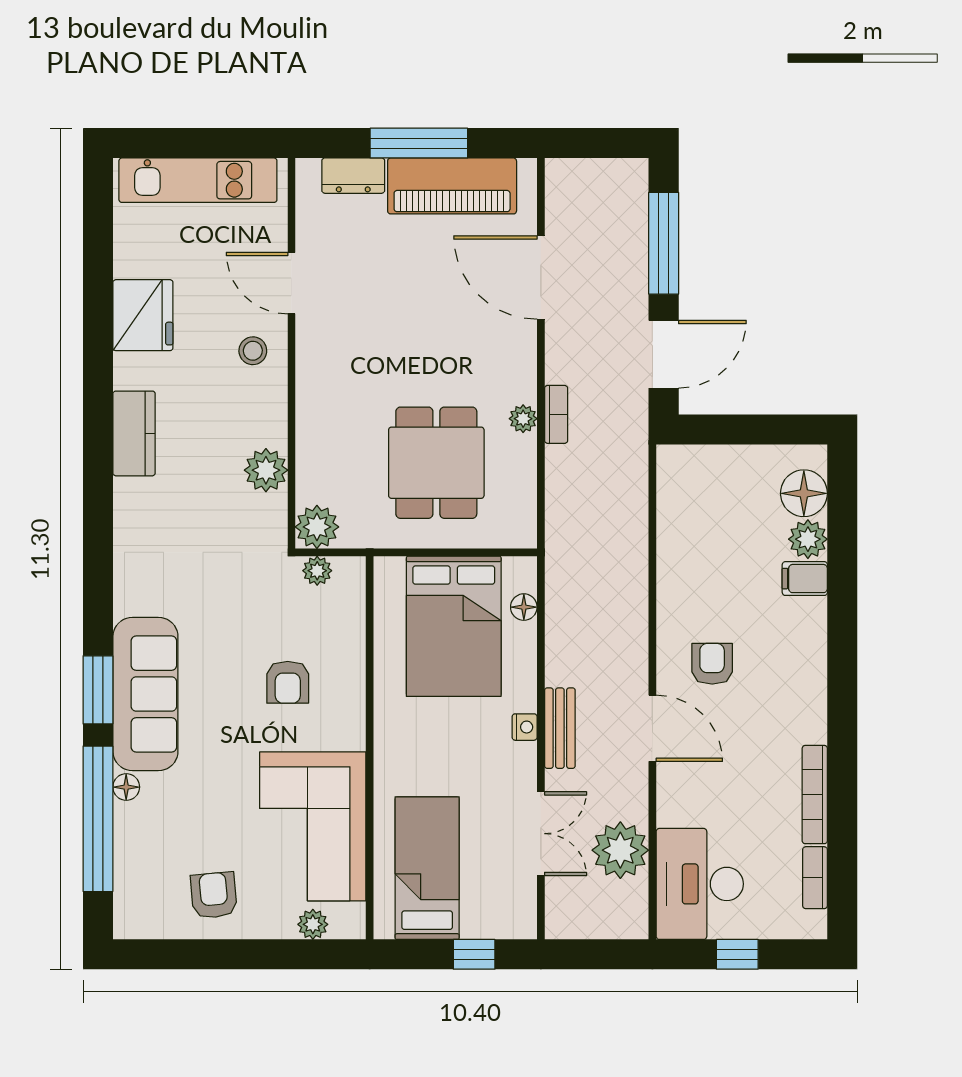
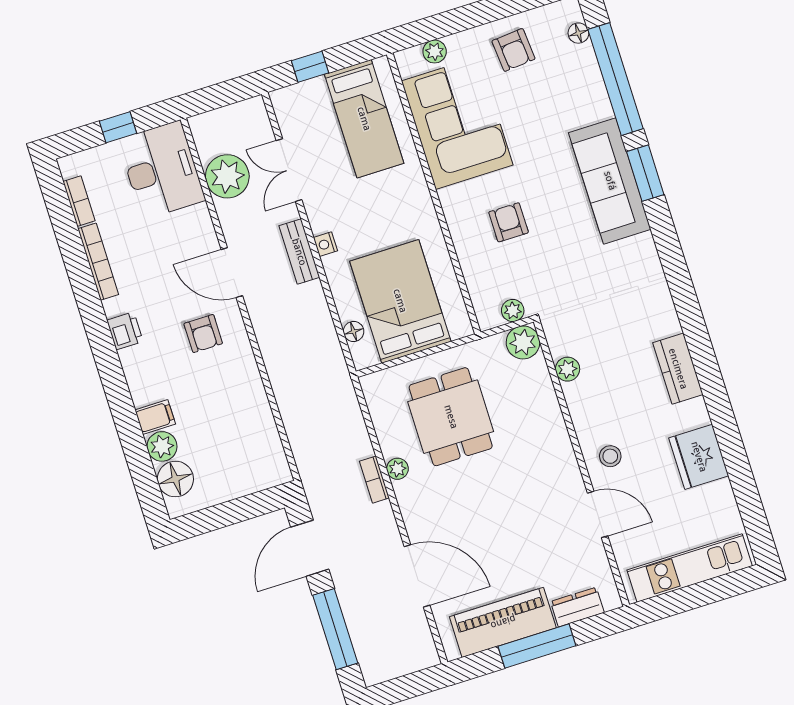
plant: (266, 470) -> (567, 369), width x0.73, depth x0.73
printer: (809, 698) -> (125, 331), added
floor lamp: (126, 787) -> (578, 33), moved

